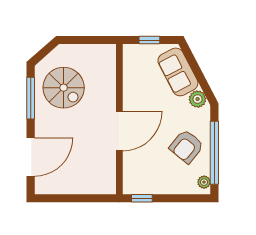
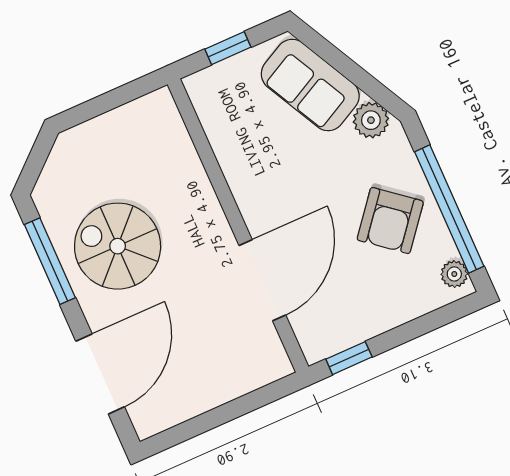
spiral stairs: (64, 88) -> (118, 246), moved, turned 180
door: (119, 131) -> (262, 280), moved

